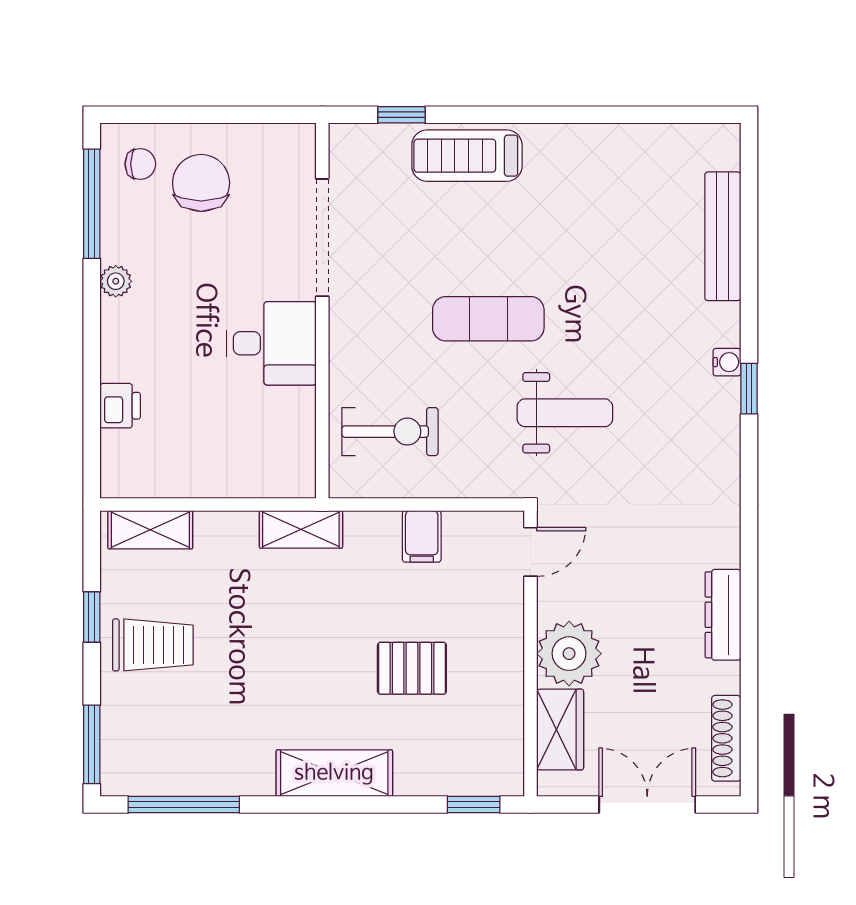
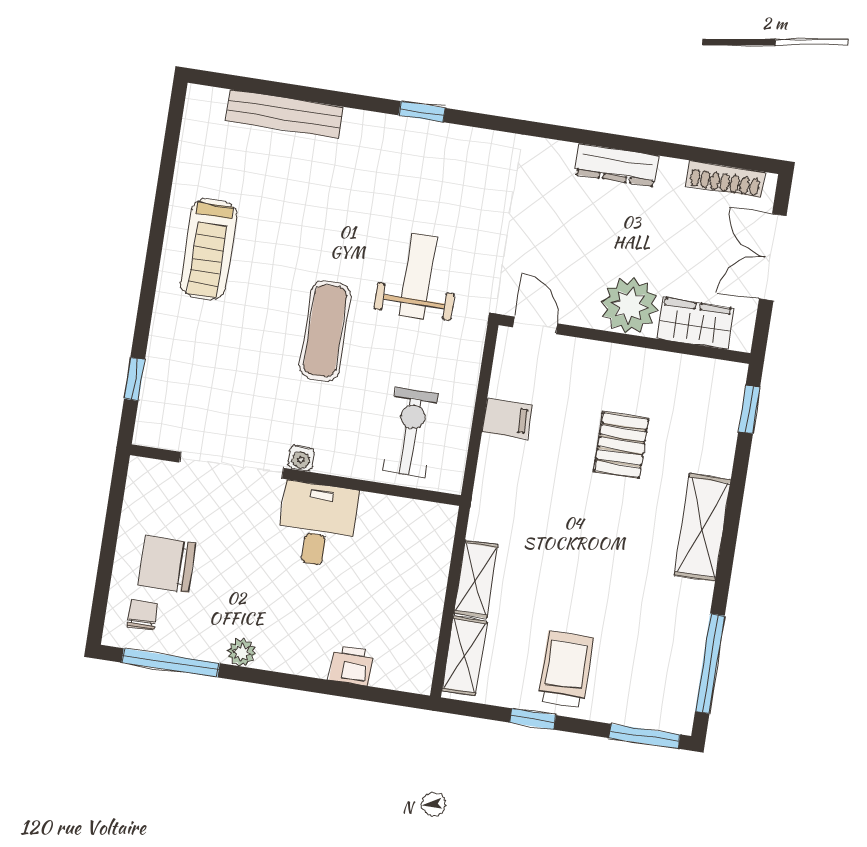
treadmill: (467, 156) -> (209, 249), moved
water cooler: (727, 362) -> (301, 458), moved, turned 180
shelving: (301, 529) -> (476, 579), moved

